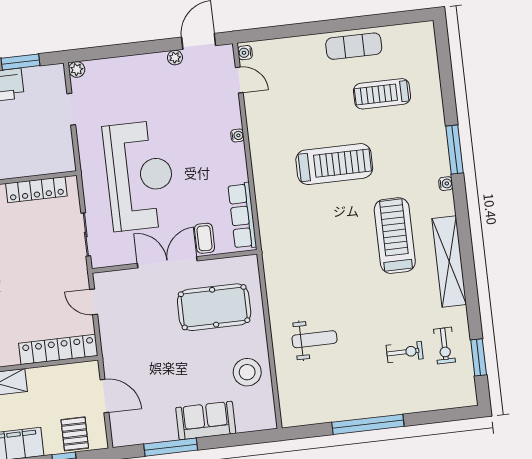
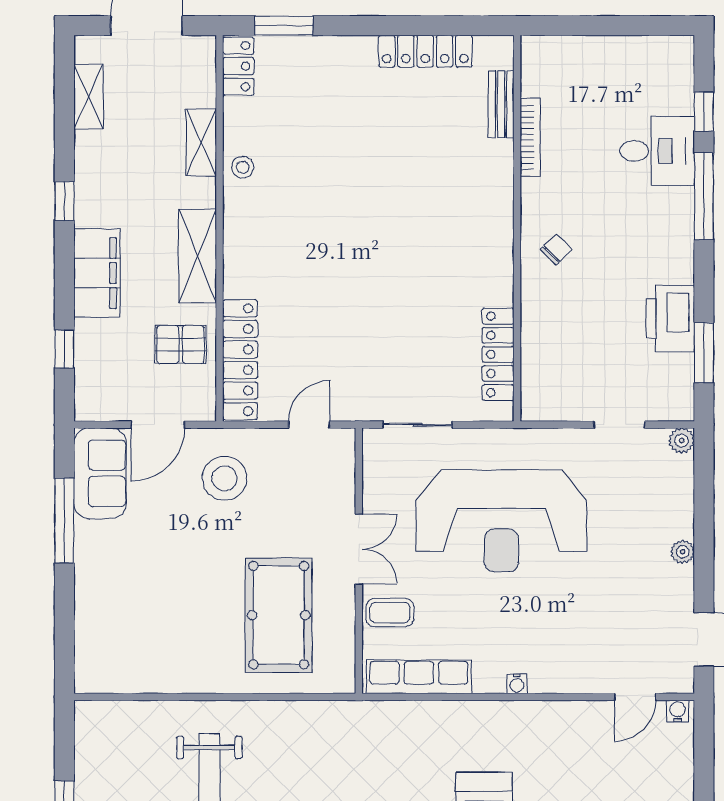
plant: (175, 58) -> (682, 552), moved
water cooler: (237, 135) -> (517, 684), moved
double door: (167, 262) -> (359, 549), width x0.73
stool: (247, 372) -> (224, 478), moved
sofa: (206, 421) -> (100, 473), moved
pallet: (75, 434) -> (181, 345), moved

